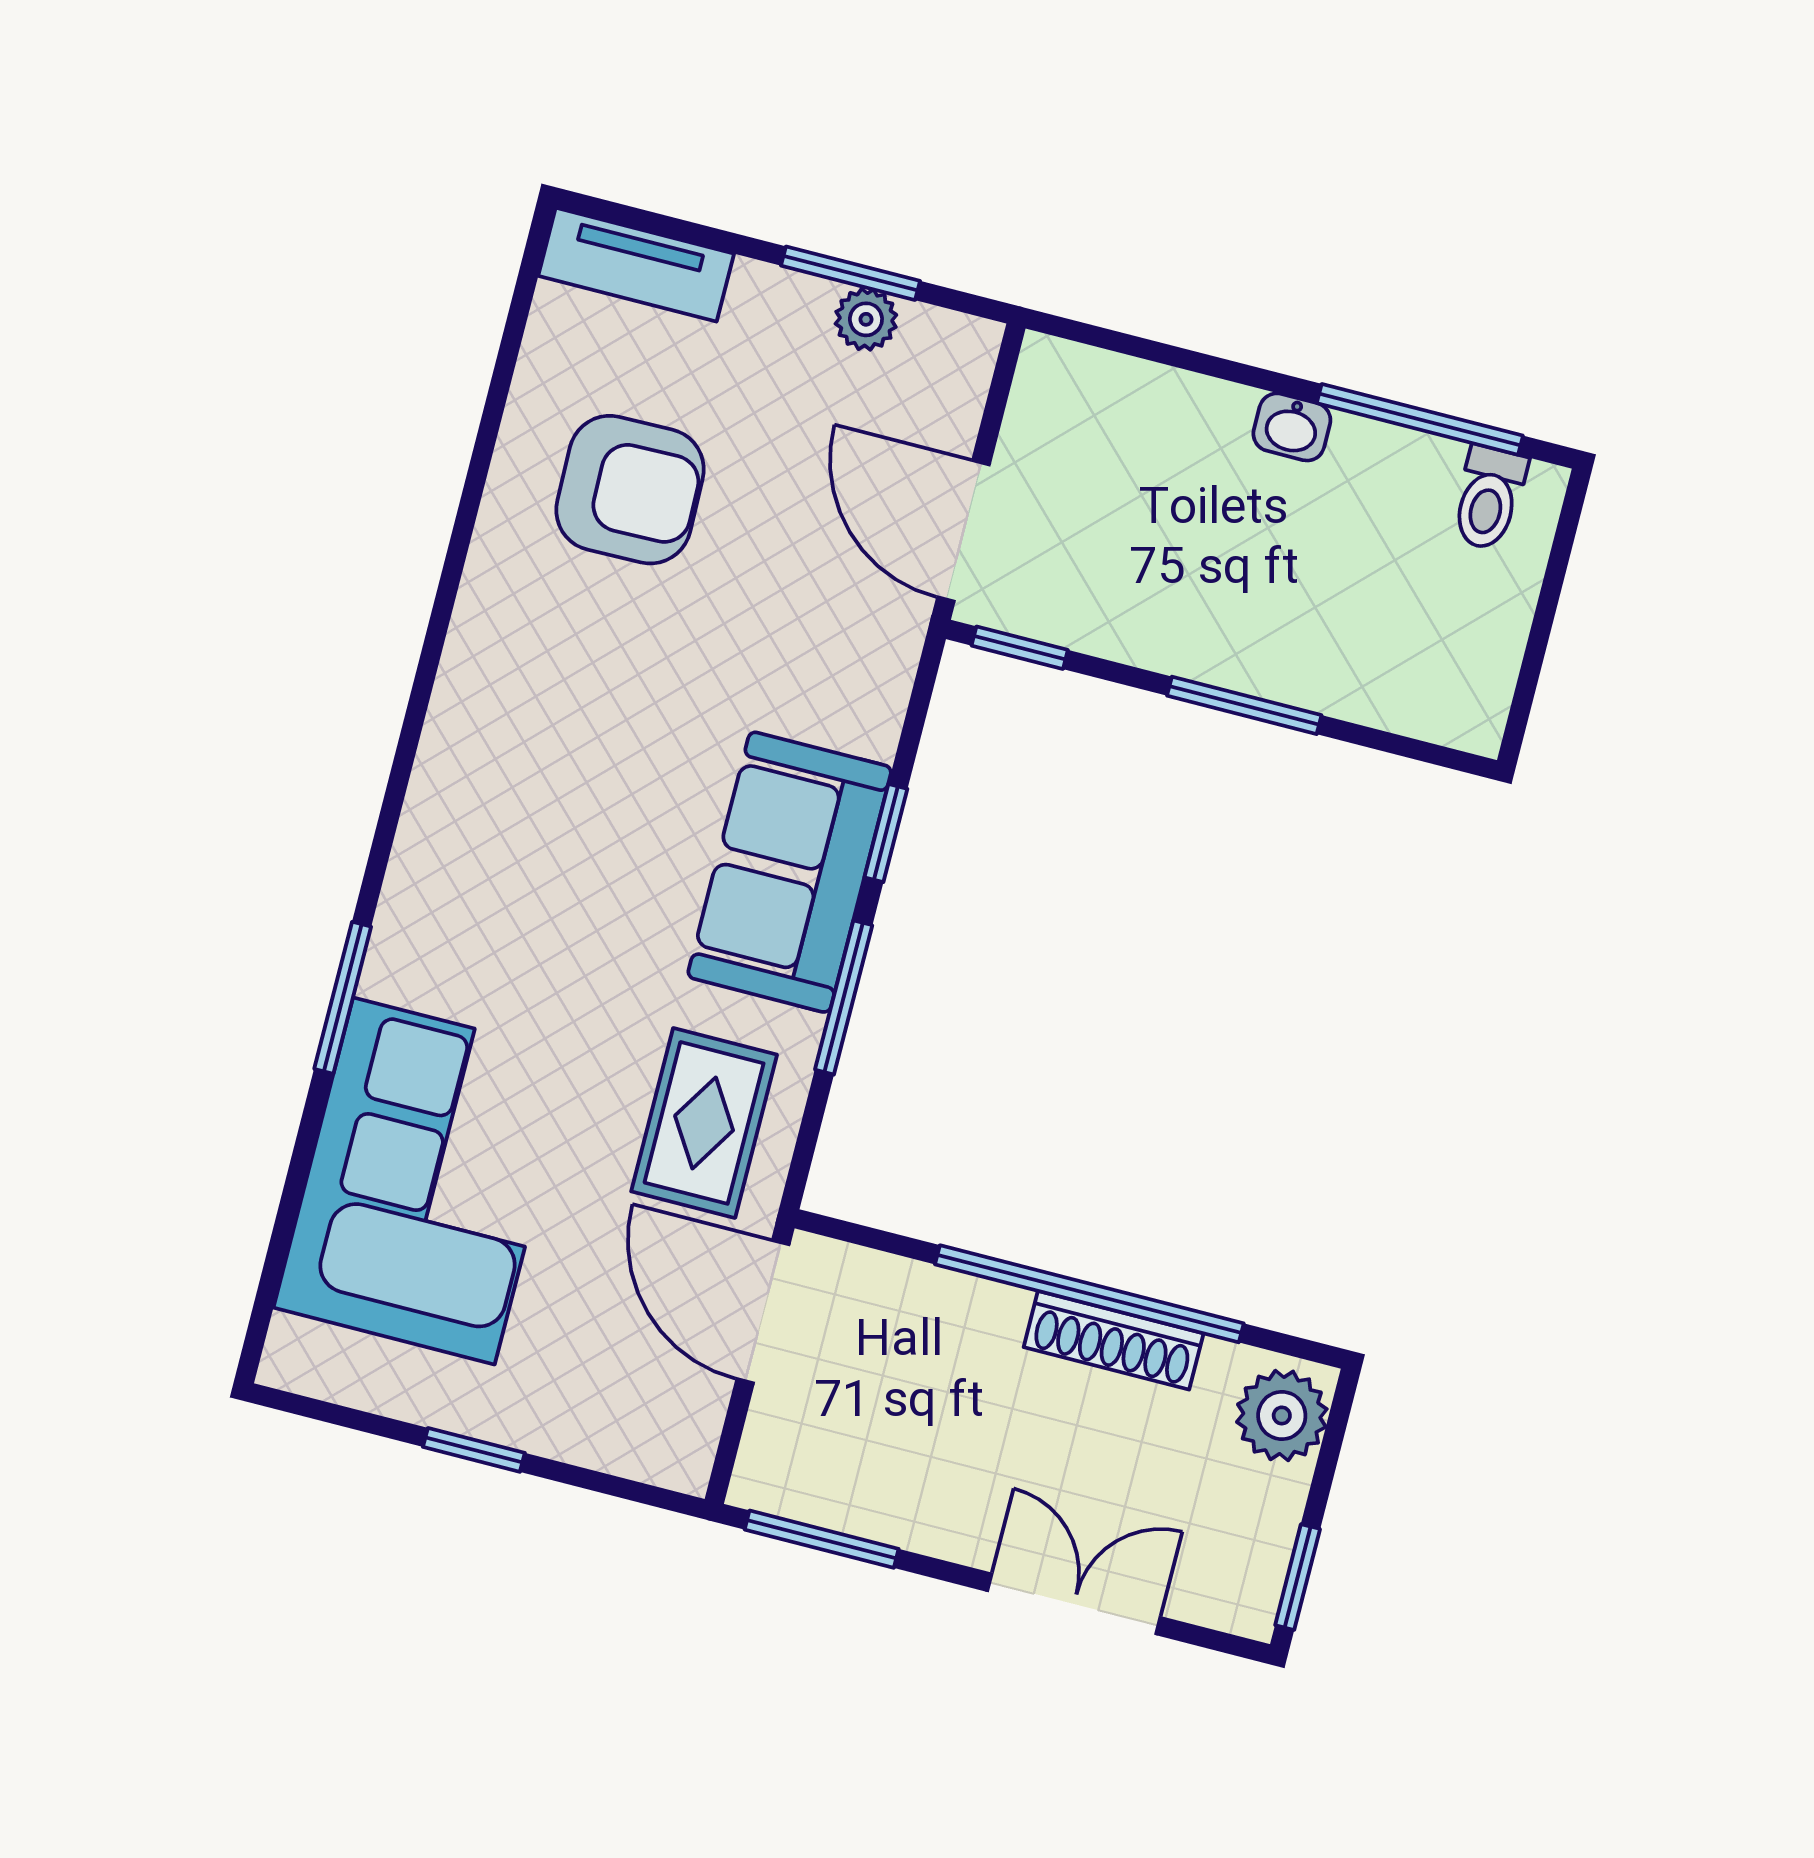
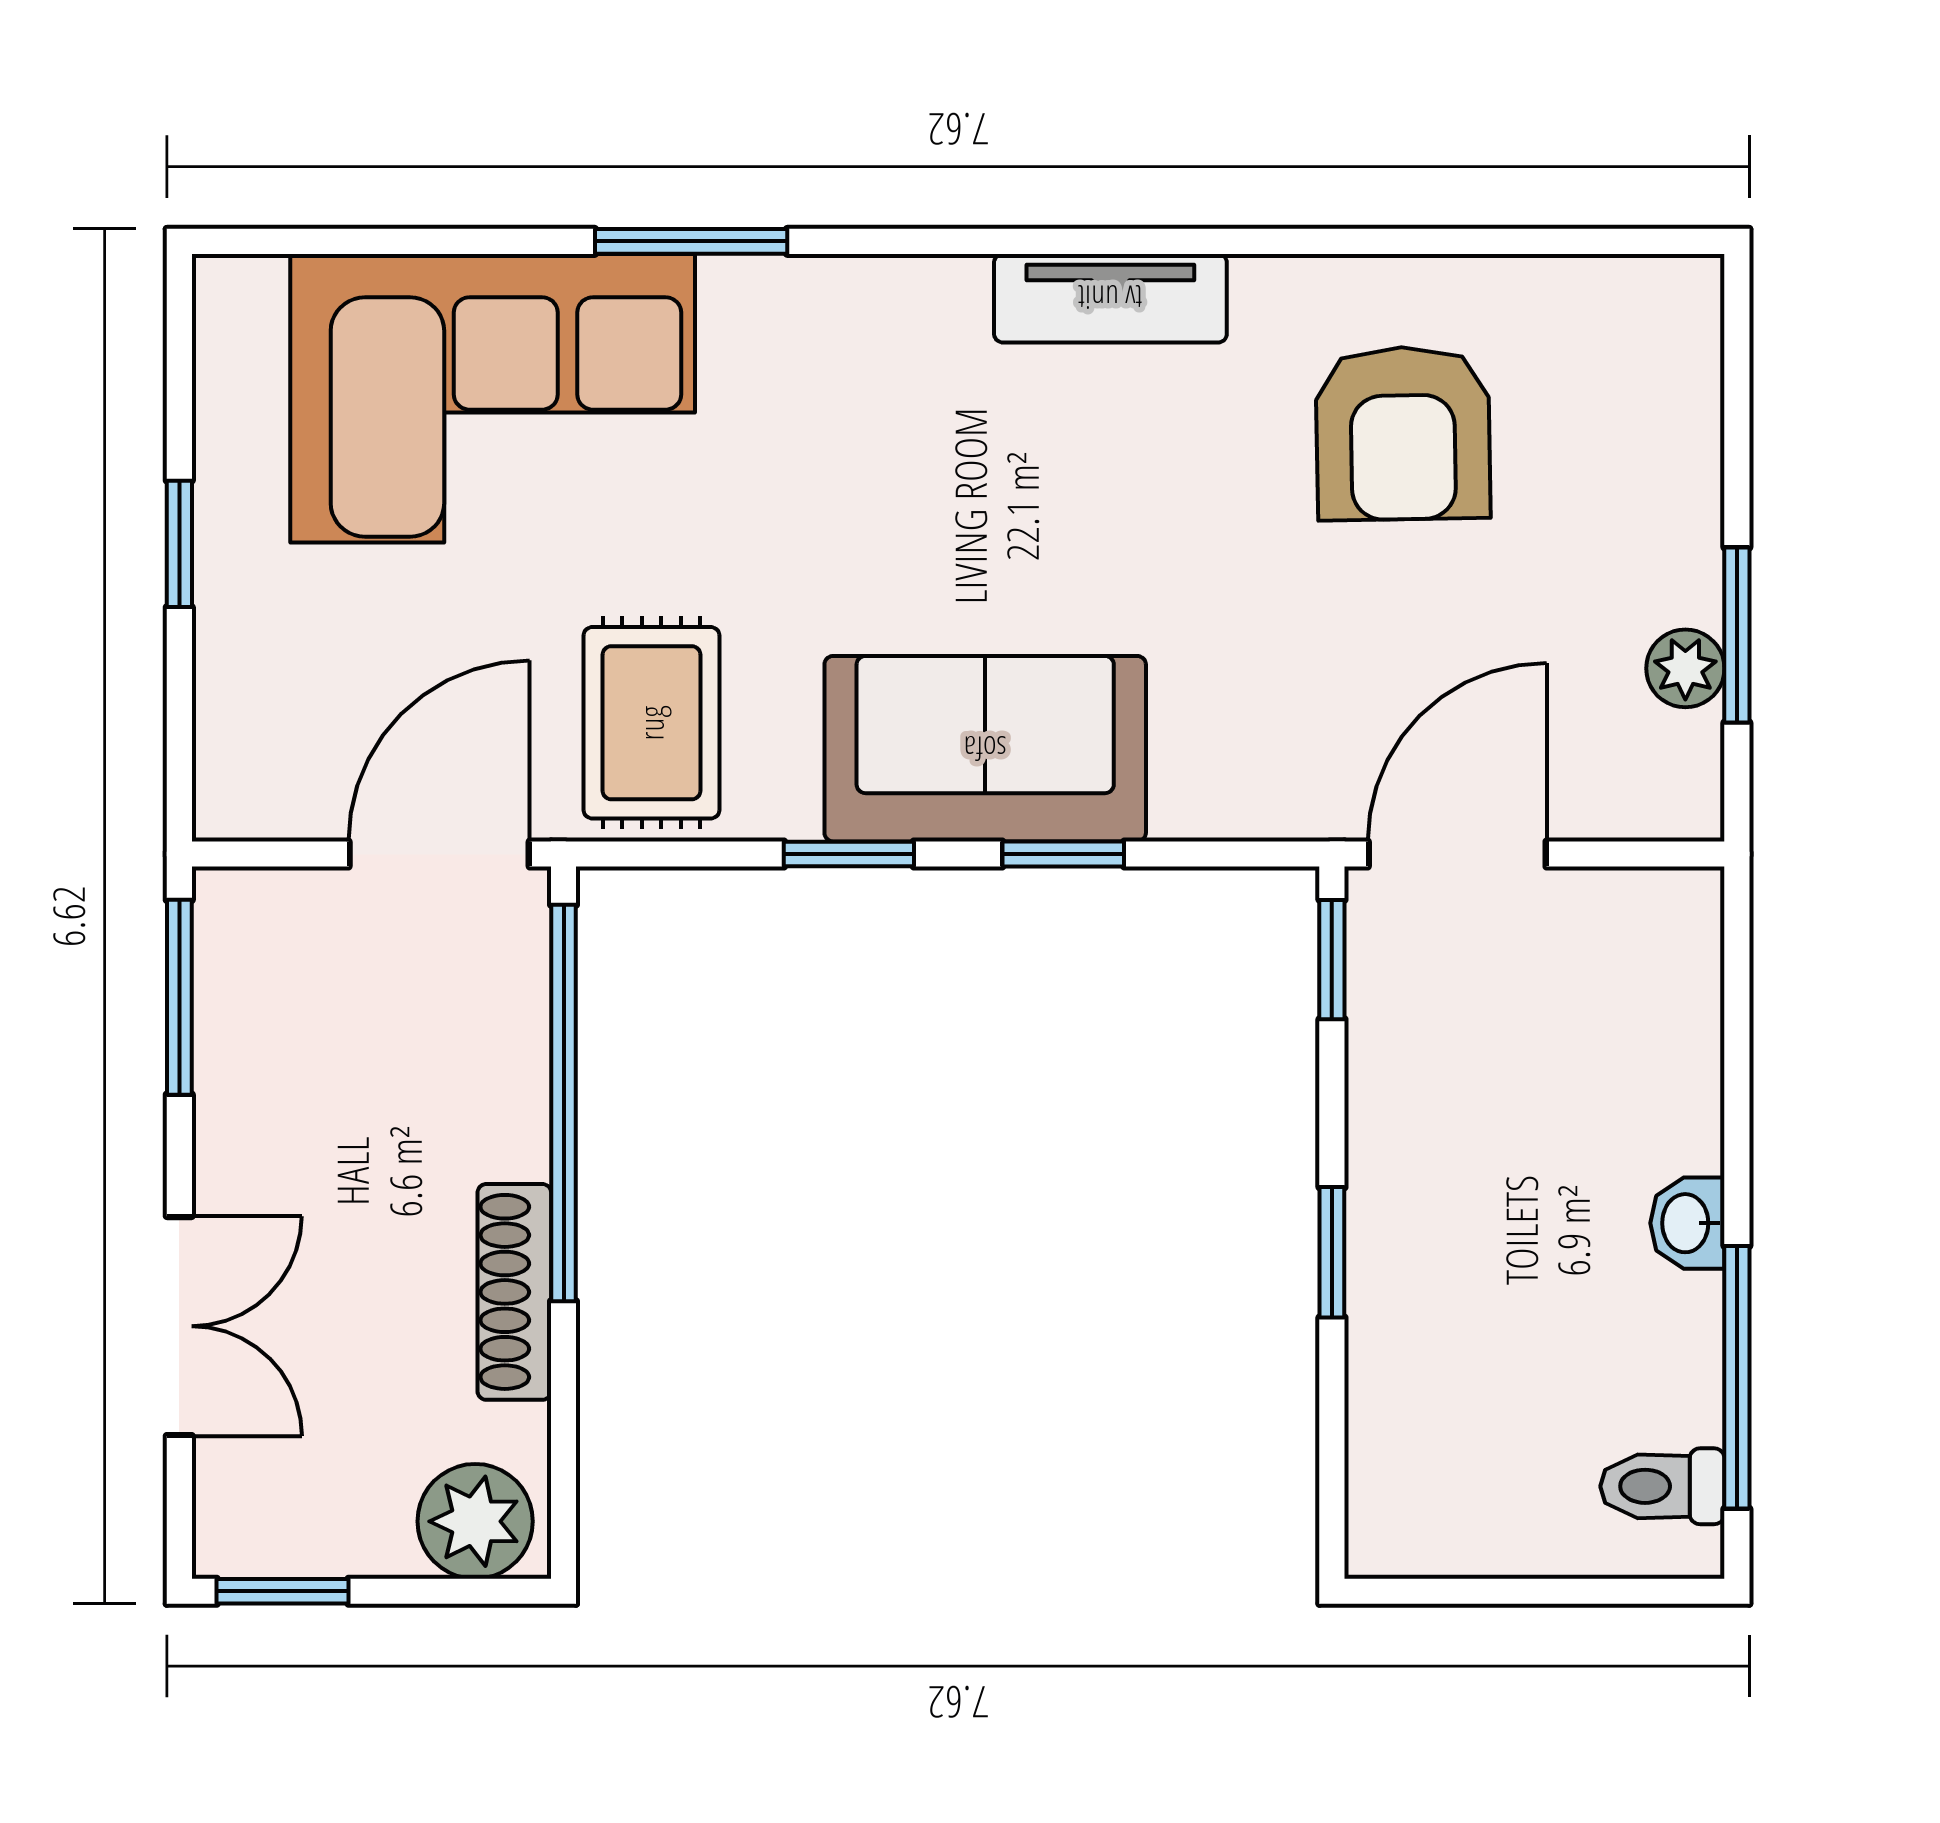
tv unit: (636, 265) -> (1110, 298), moved, turned -90
window: (1244, 705) -> (1332, 1252), width x0.67
window: (844, 997) -> (849, 854), width x0.67
rug: (704, 1123) -> (651, 723), turned 90
window: (1089, 1294) -> (564, 1103), moved

